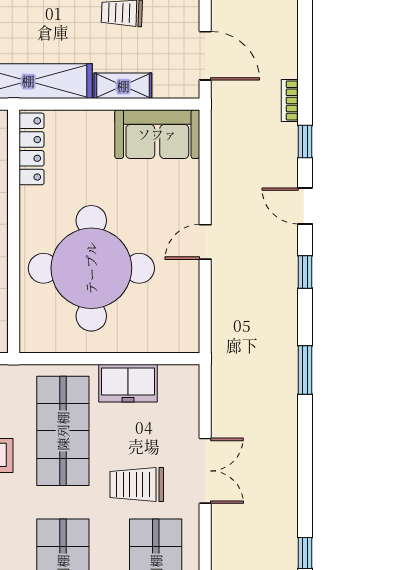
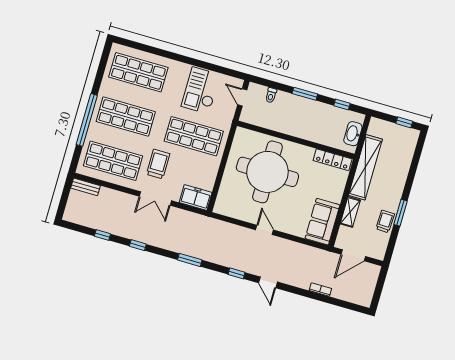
window: (305, 142) -> (138, 245), moved
door: (305, 206) -> (268, 282), swing flipped
freezer: (128, 383) -> (196, 197), moved, turned 90

